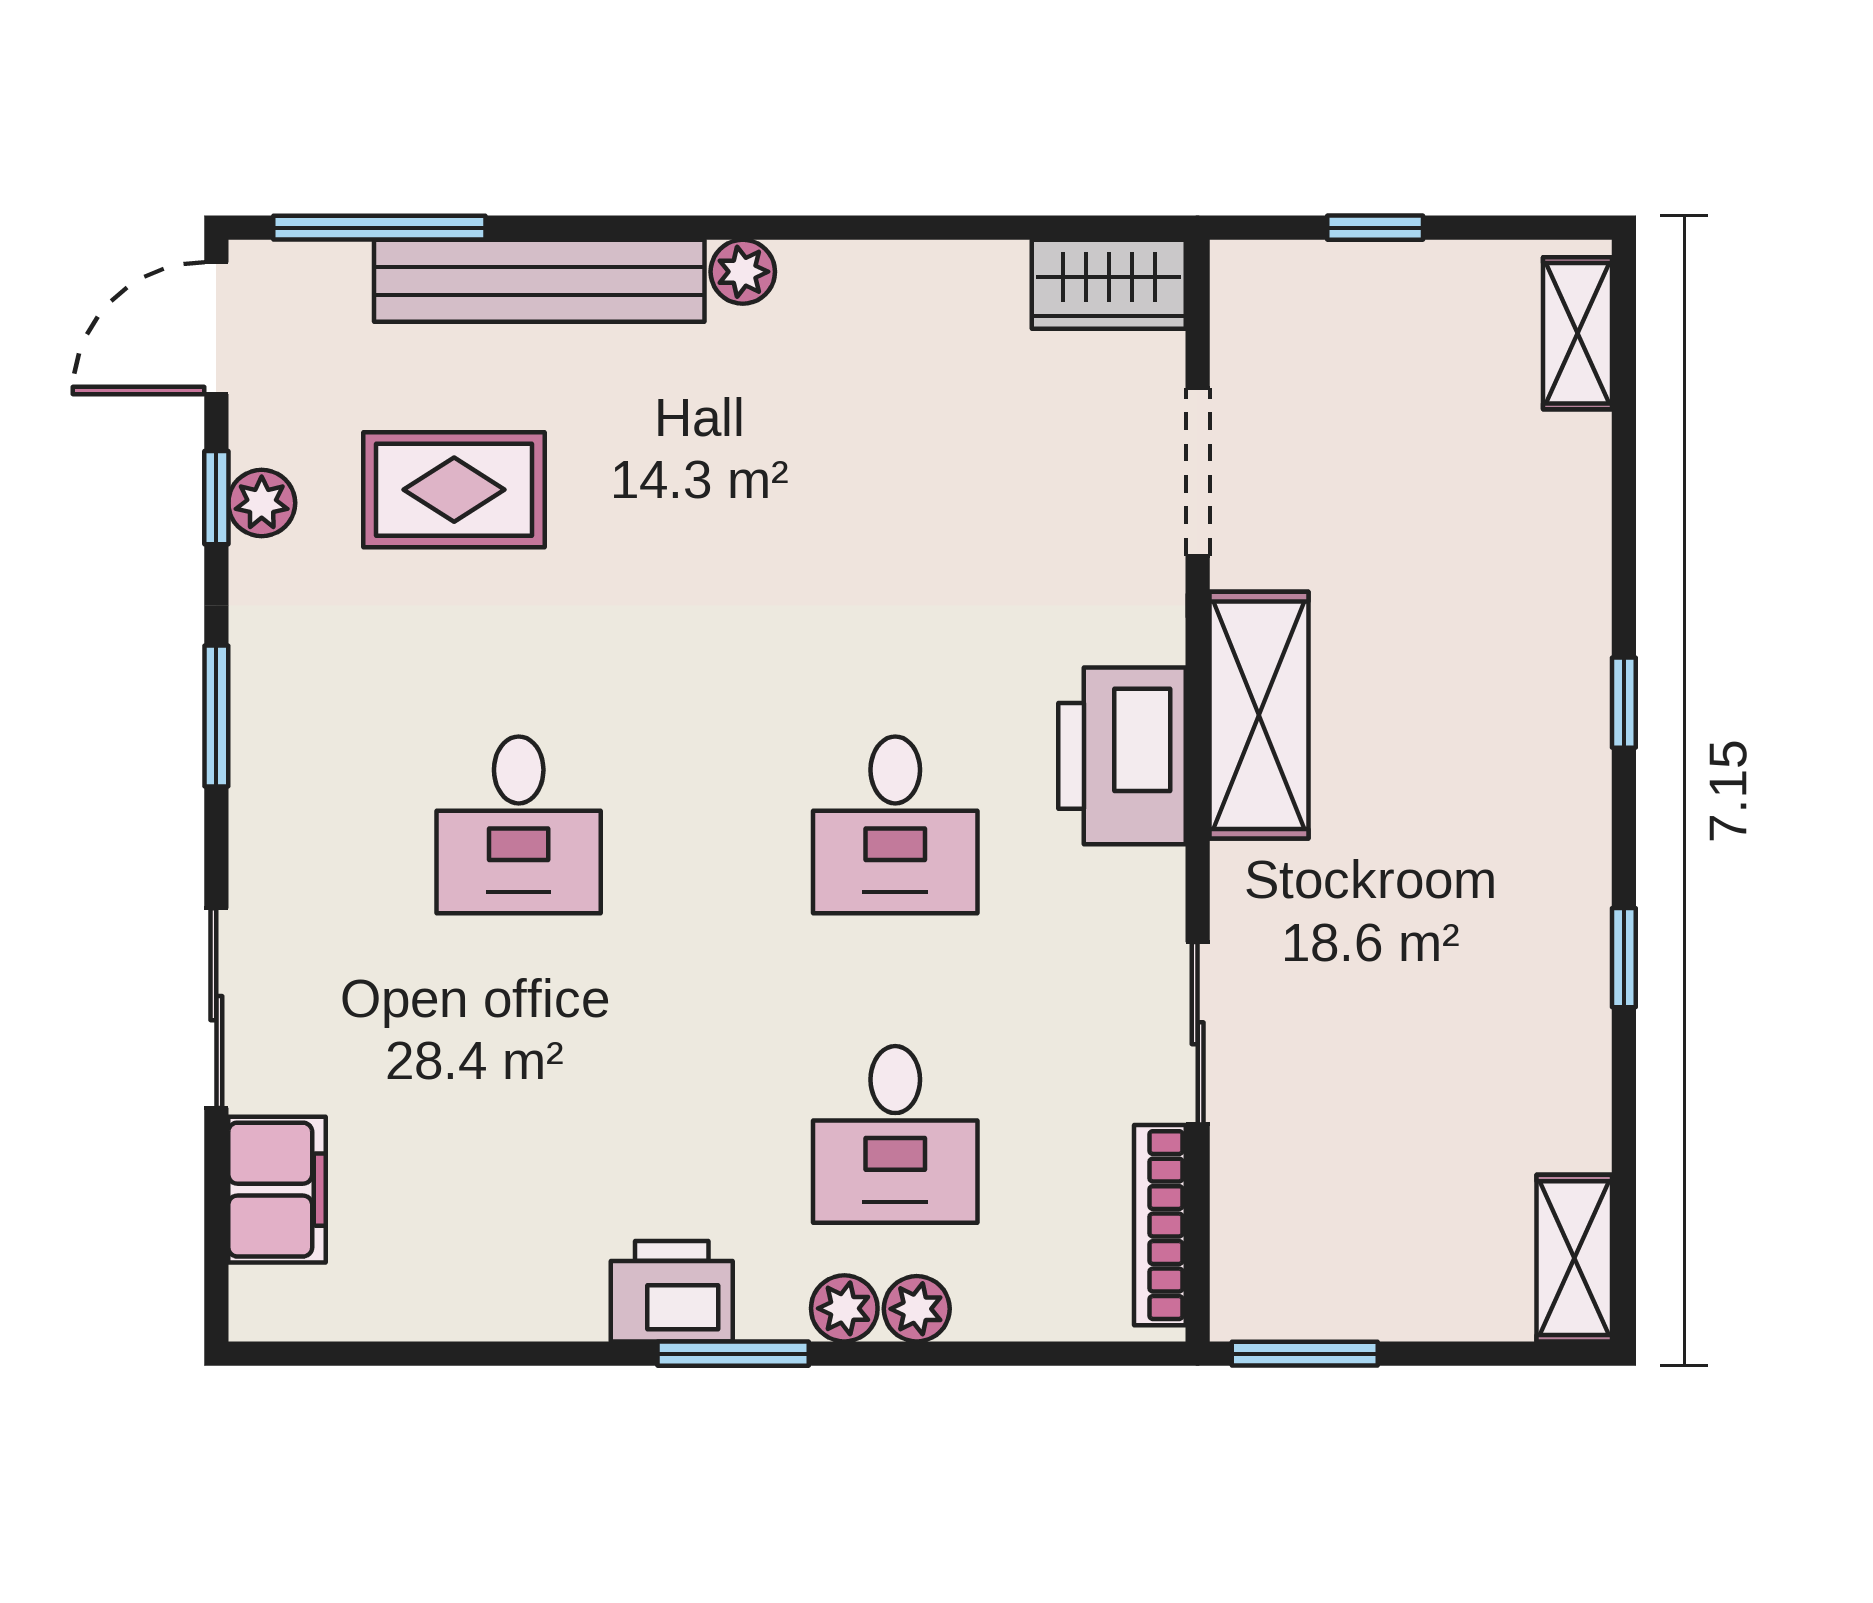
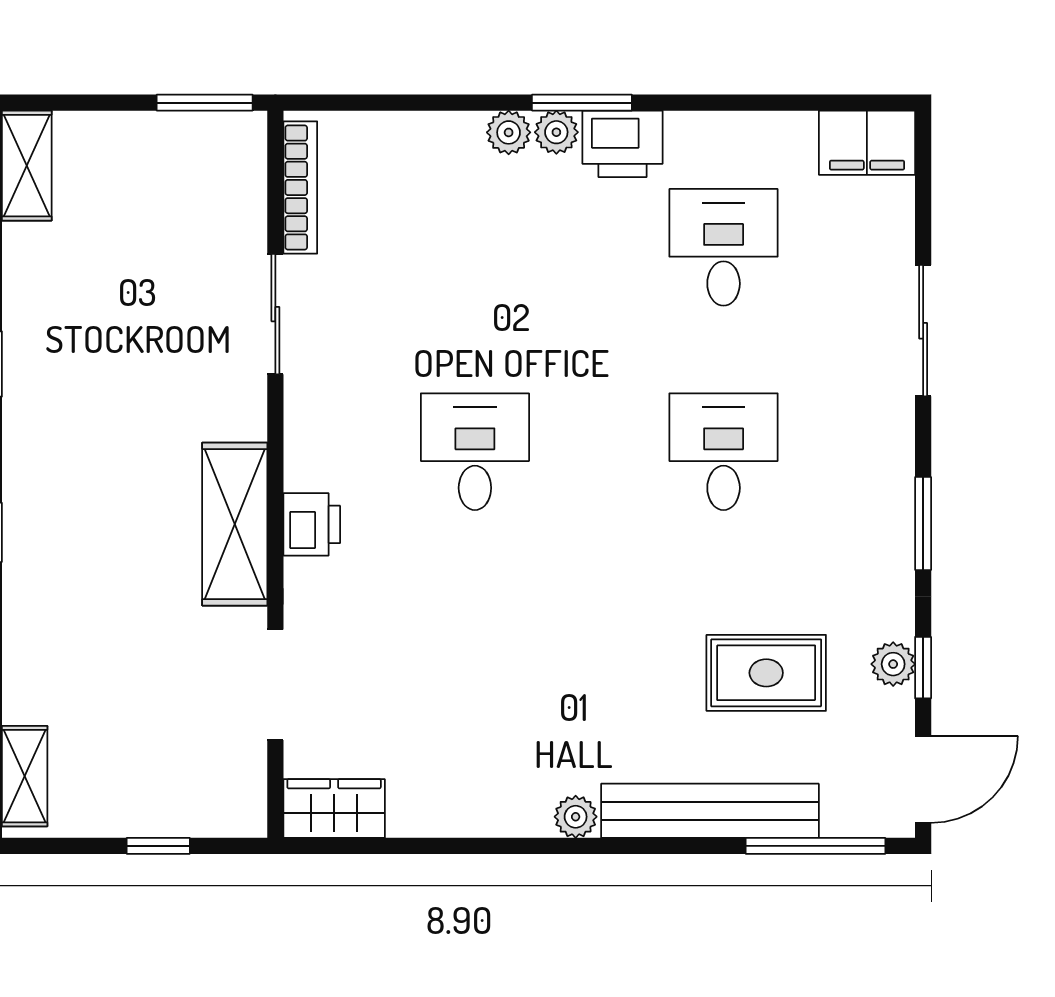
printer: (1122, 756) -> (312, 524), width x0.53, depth x0.68
desk: (895, 1134) -> (724, 247), moved
filing cabinet: (277, 1190) -> (867, 143), moved, turned -90
plant: (917, 1309) -> (556, 132), moved

